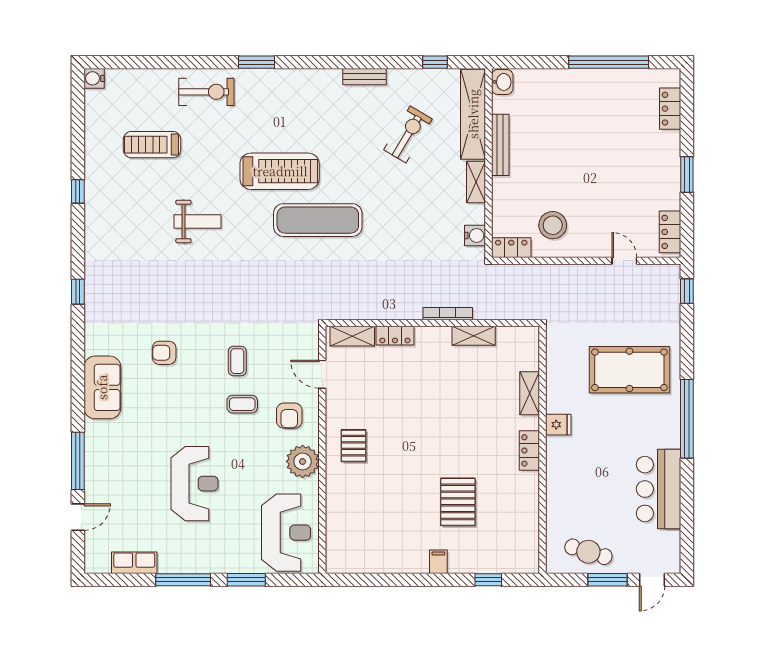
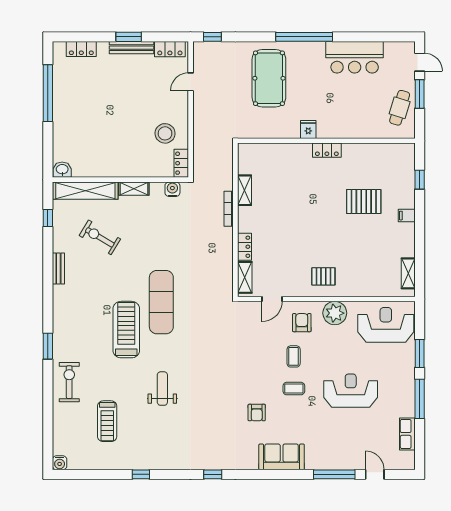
bench: (500, 145) -> (131, 48), moved
coffee table: (237, 361) -> (294, 389), moved
shelving: (530, 393) -> (408, 273), moved, turned 90
armchair: (289, 416) -> (302, 323), turned -90

